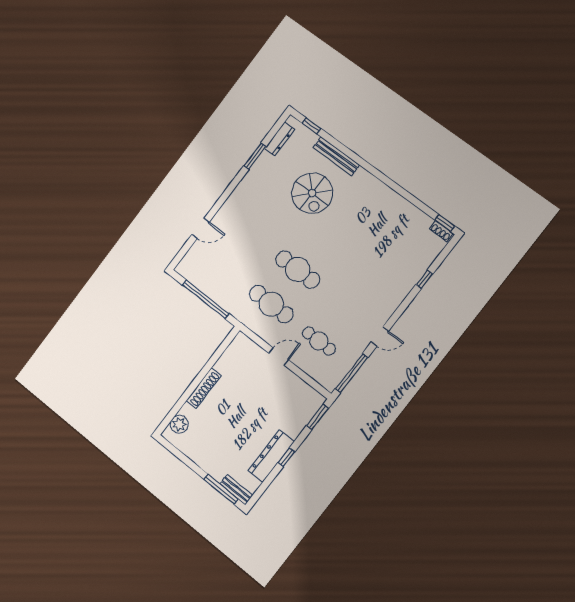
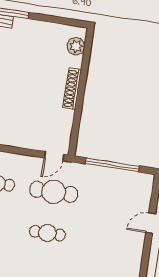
cafe table: (298, 270) -> (47, 233), width x0.73, depth x0.74
door: (279, 357) -> (54, 156), moved

